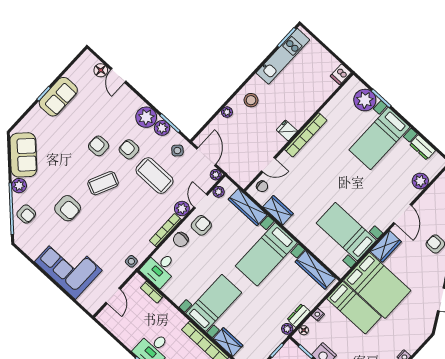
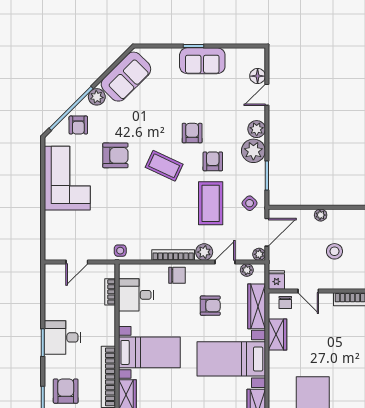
stool: (251, 100) -> (334, 251), moved
plant: (162, 128) -> (257, 129), moved
fridge: (287, 131) -> (276, 280), moved
armchair: (68, 208) -> (115, 155), turned -90
armchair: (201, 225) -> (210, 306), moved
chair: (181, 239) -> (177, 275), turned 180
corner sofa: (68, 266) -> (67, 178), moved
desk: (160, 269) -> (136, 295), moved

